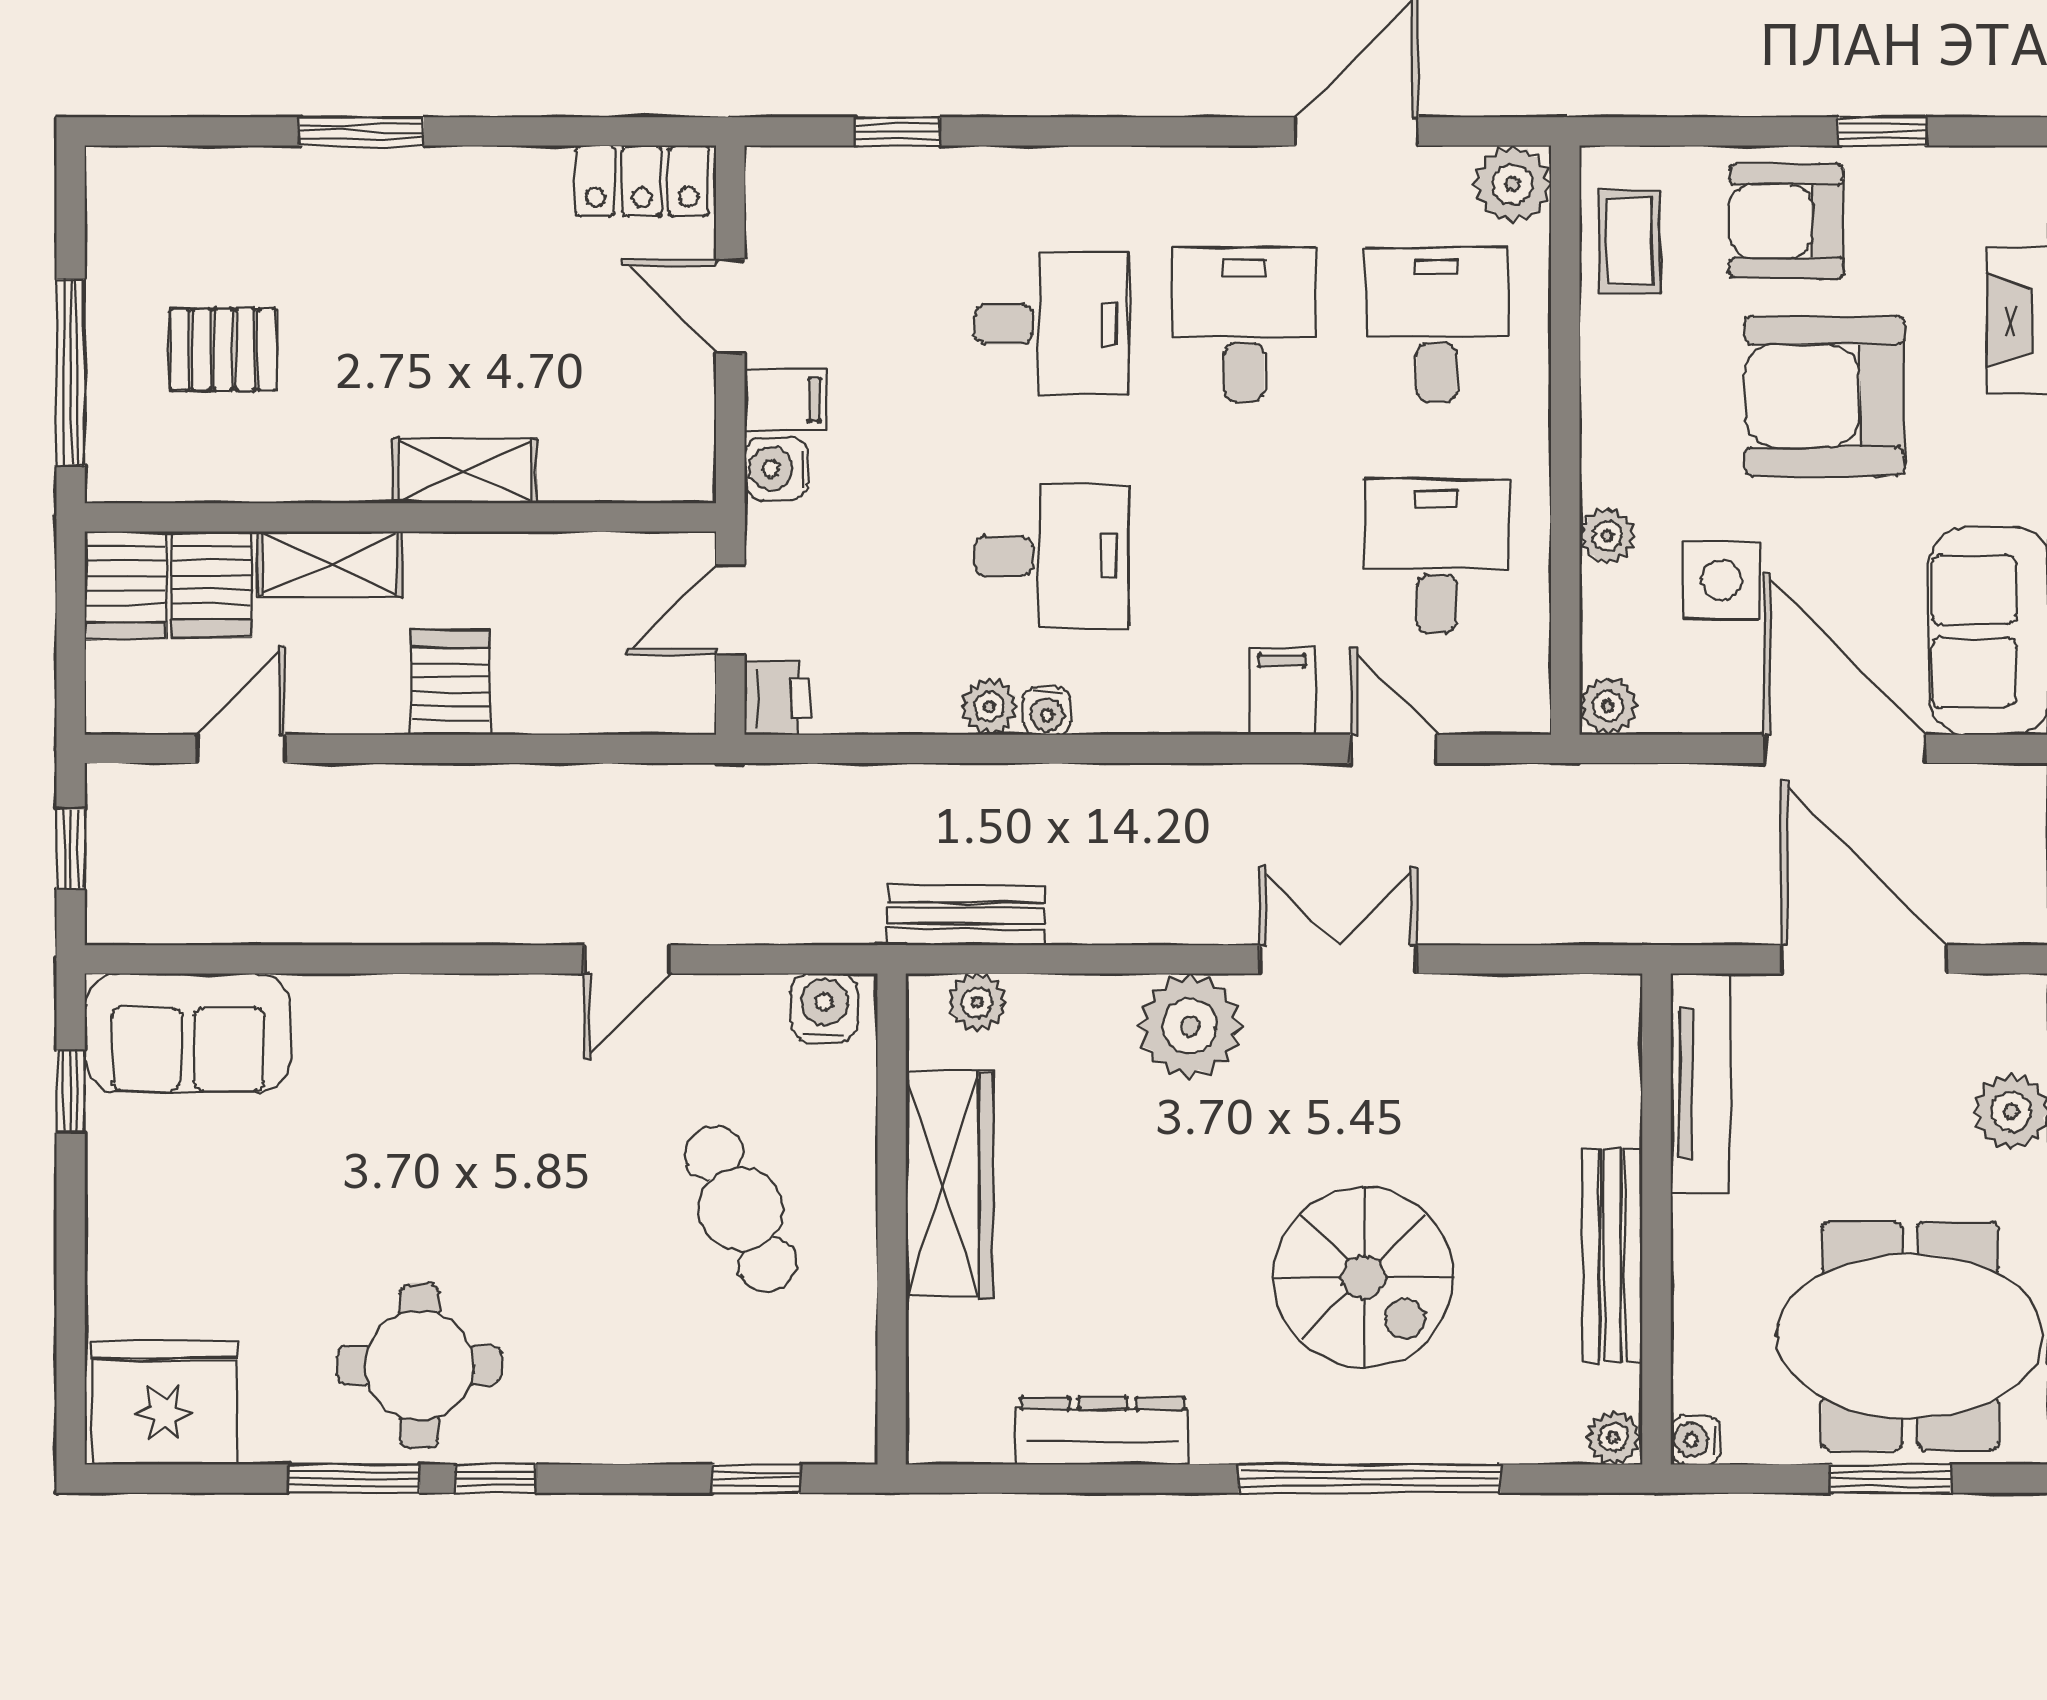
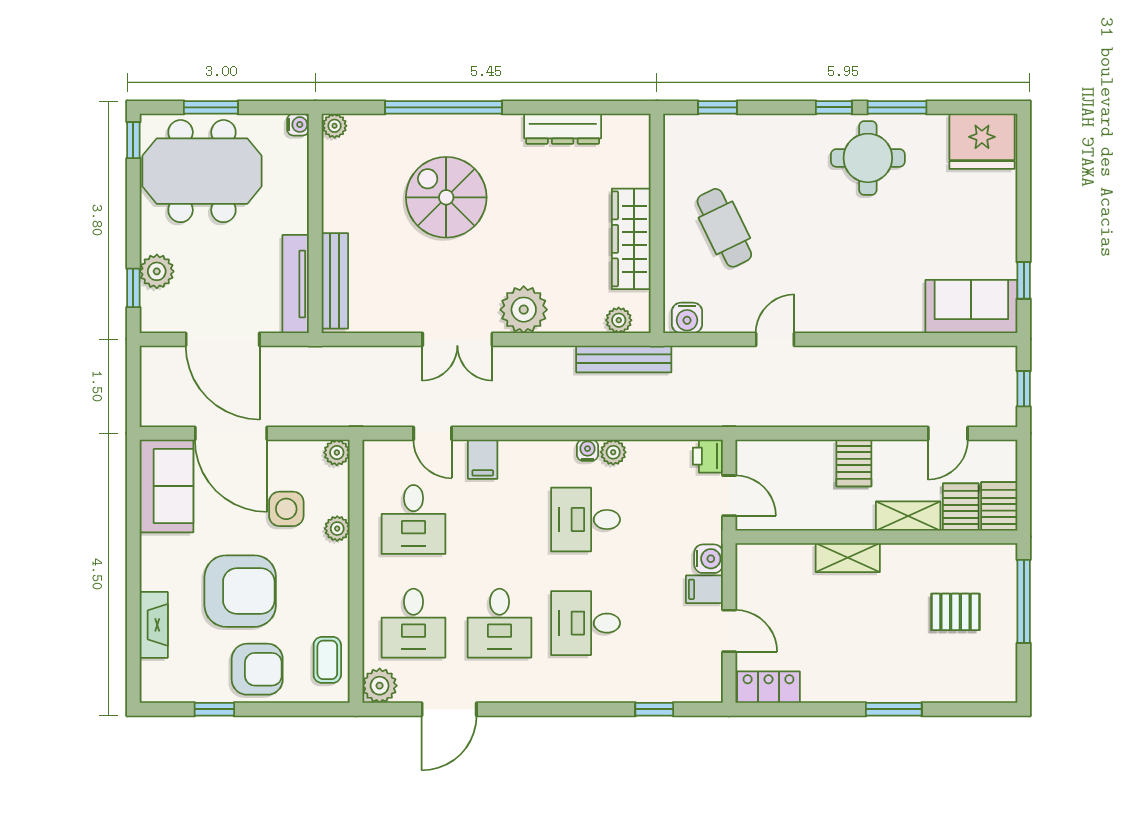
door: (730, 610) -> (729, 496), hinge flipped
bench: (966, 916) -> (624, 359), width x1.36
bench: (1613, 1255) -> (335, 281), moved

